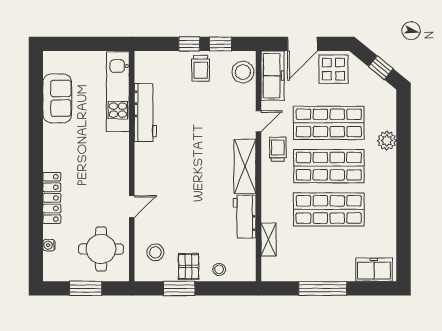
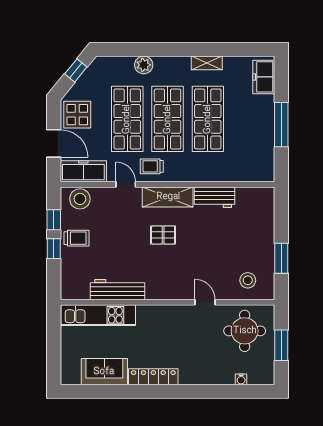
locker: (52, 198) -> (153, 377), moved
shelving: (269, 240) -> (207, 63), moved
pallet: (189, 267) -> (163, 235), moved
stool: (219, 269) -> (264, 221), removed

